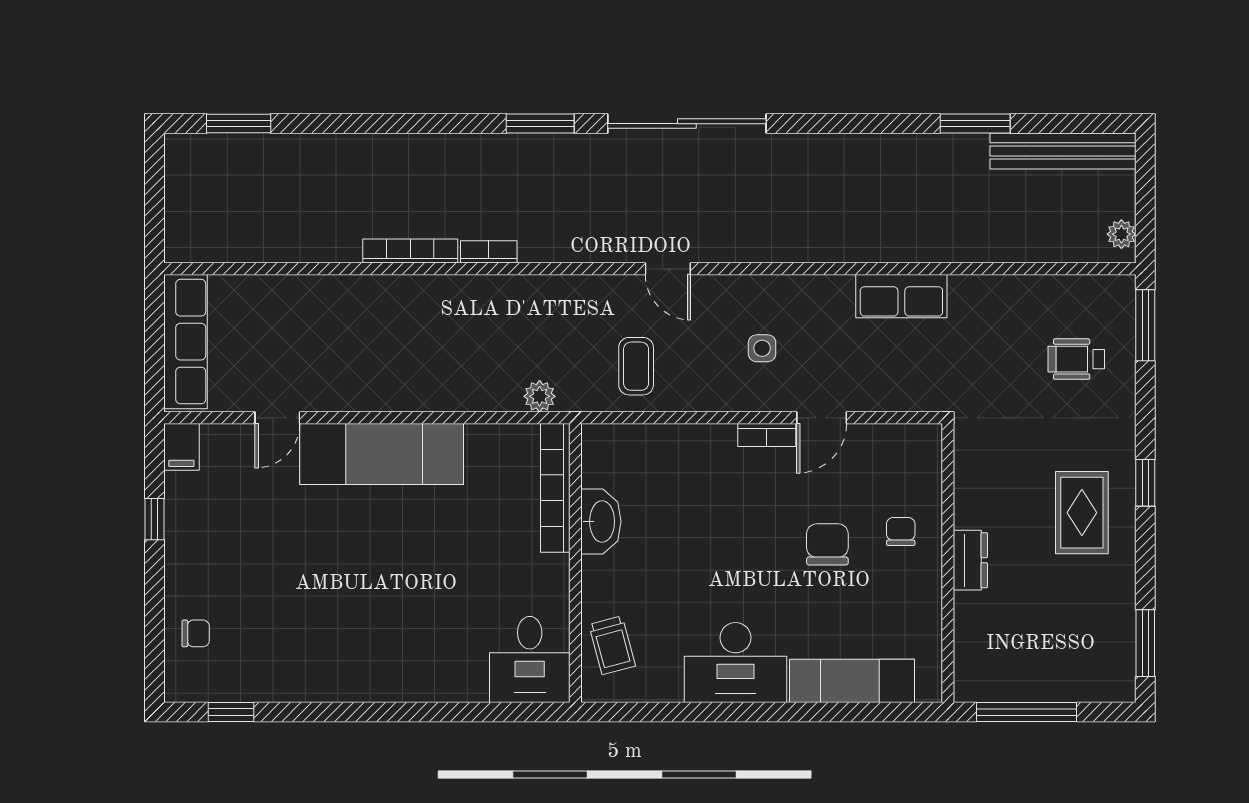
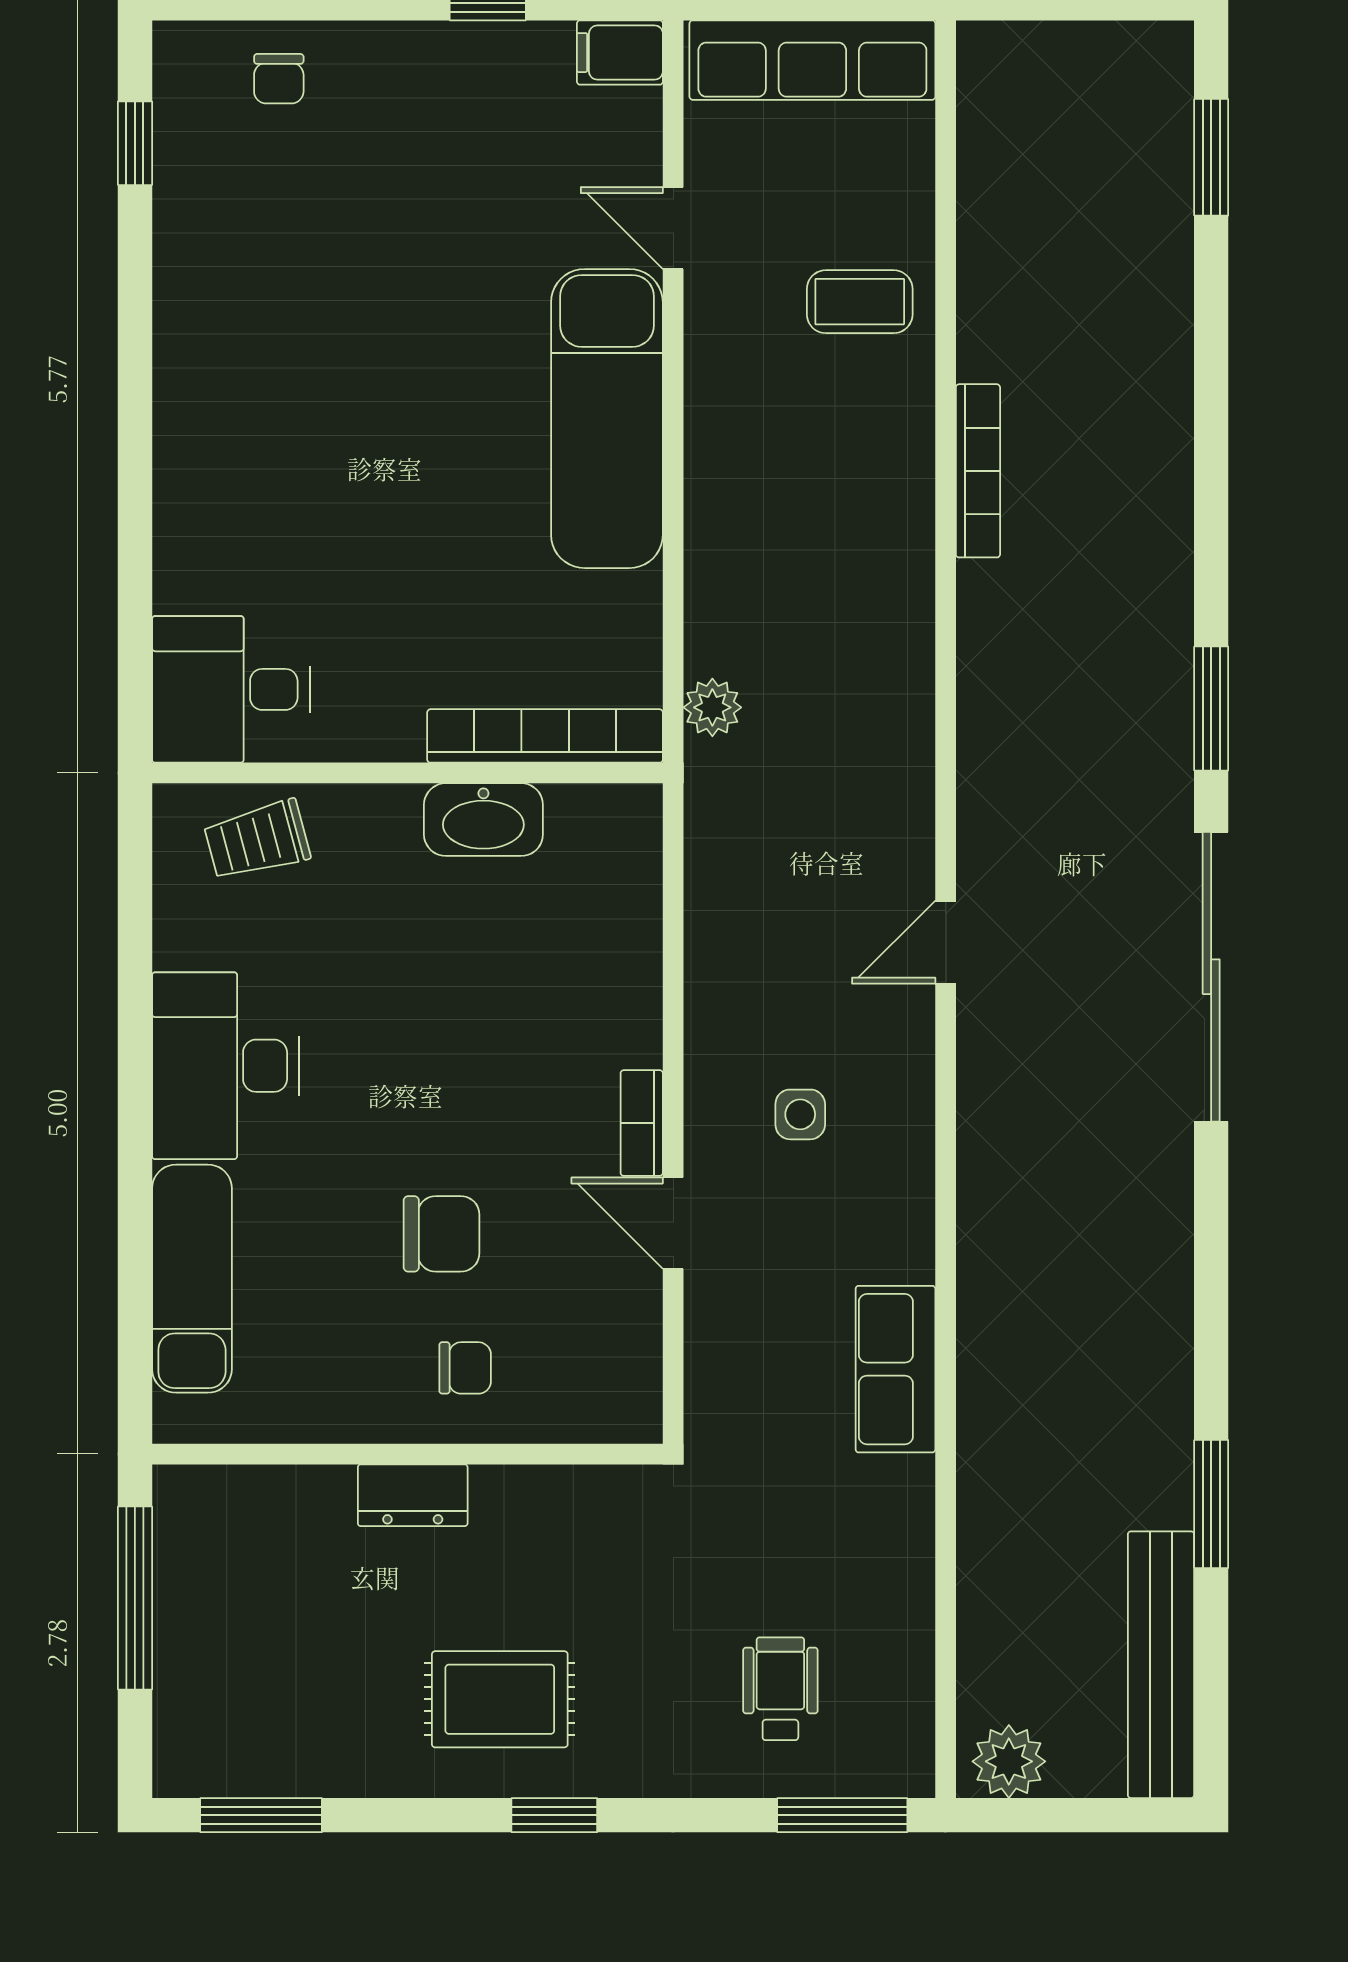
plant: (1121, 234) -> (1009, 1761), width x1.38, depth x1.38
bookcase: (489, 252) -> (976, 614), removed
coffee table: (636, 366) -> (860, 302), moved

